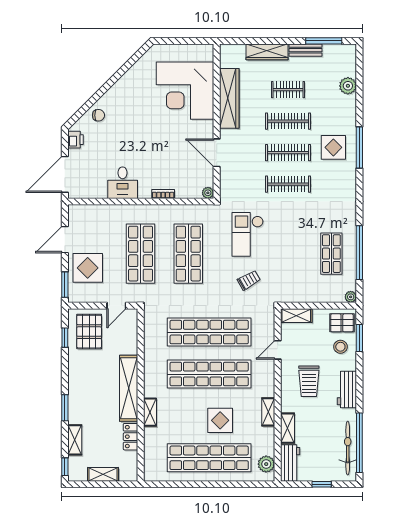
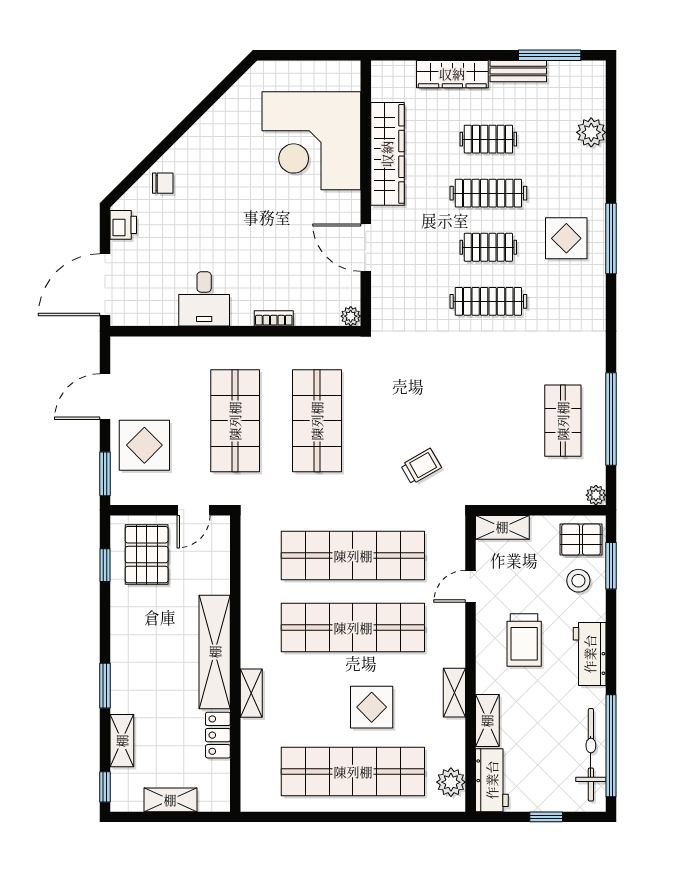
clothes rail: (288, 153) -> (488, 247), width x0.73
checkout: (248, 234) -> (419, 388), removed

